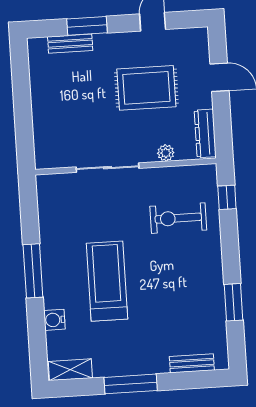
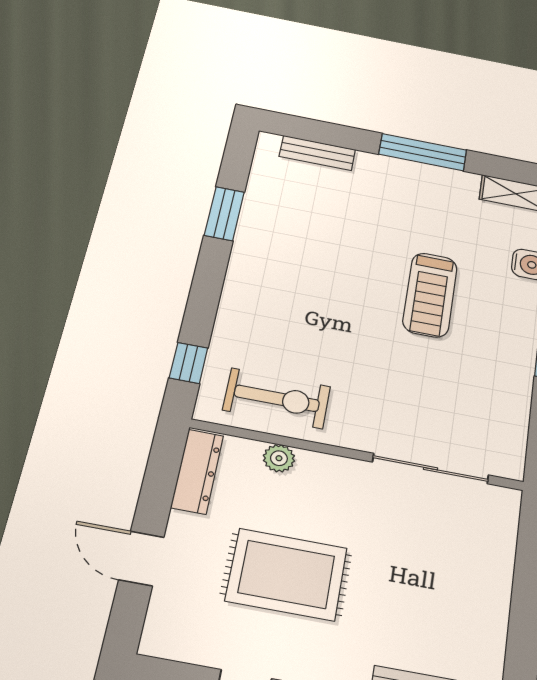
sliding door: (107, 168) -> (431, 469), moved
exercise bike: (178, 218) -> (277, 398), moved
treadmill: (107, 281) -> (430, 295), width x0.73, depth x0.73

